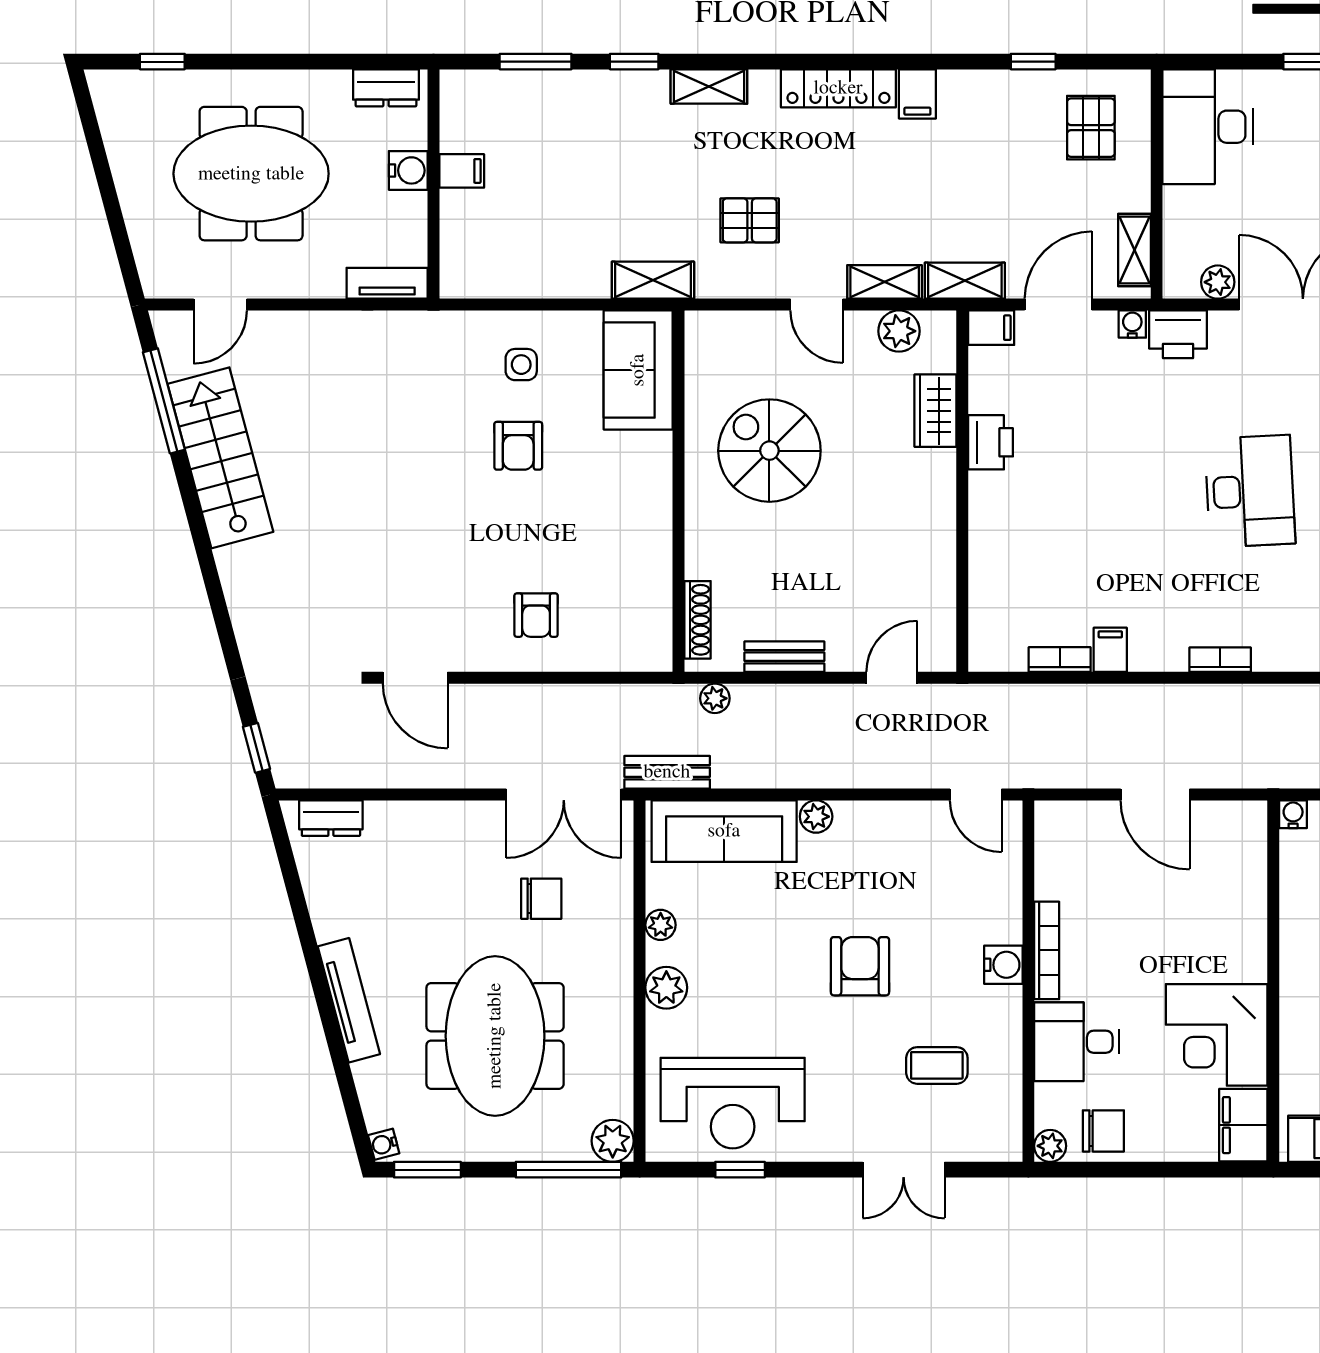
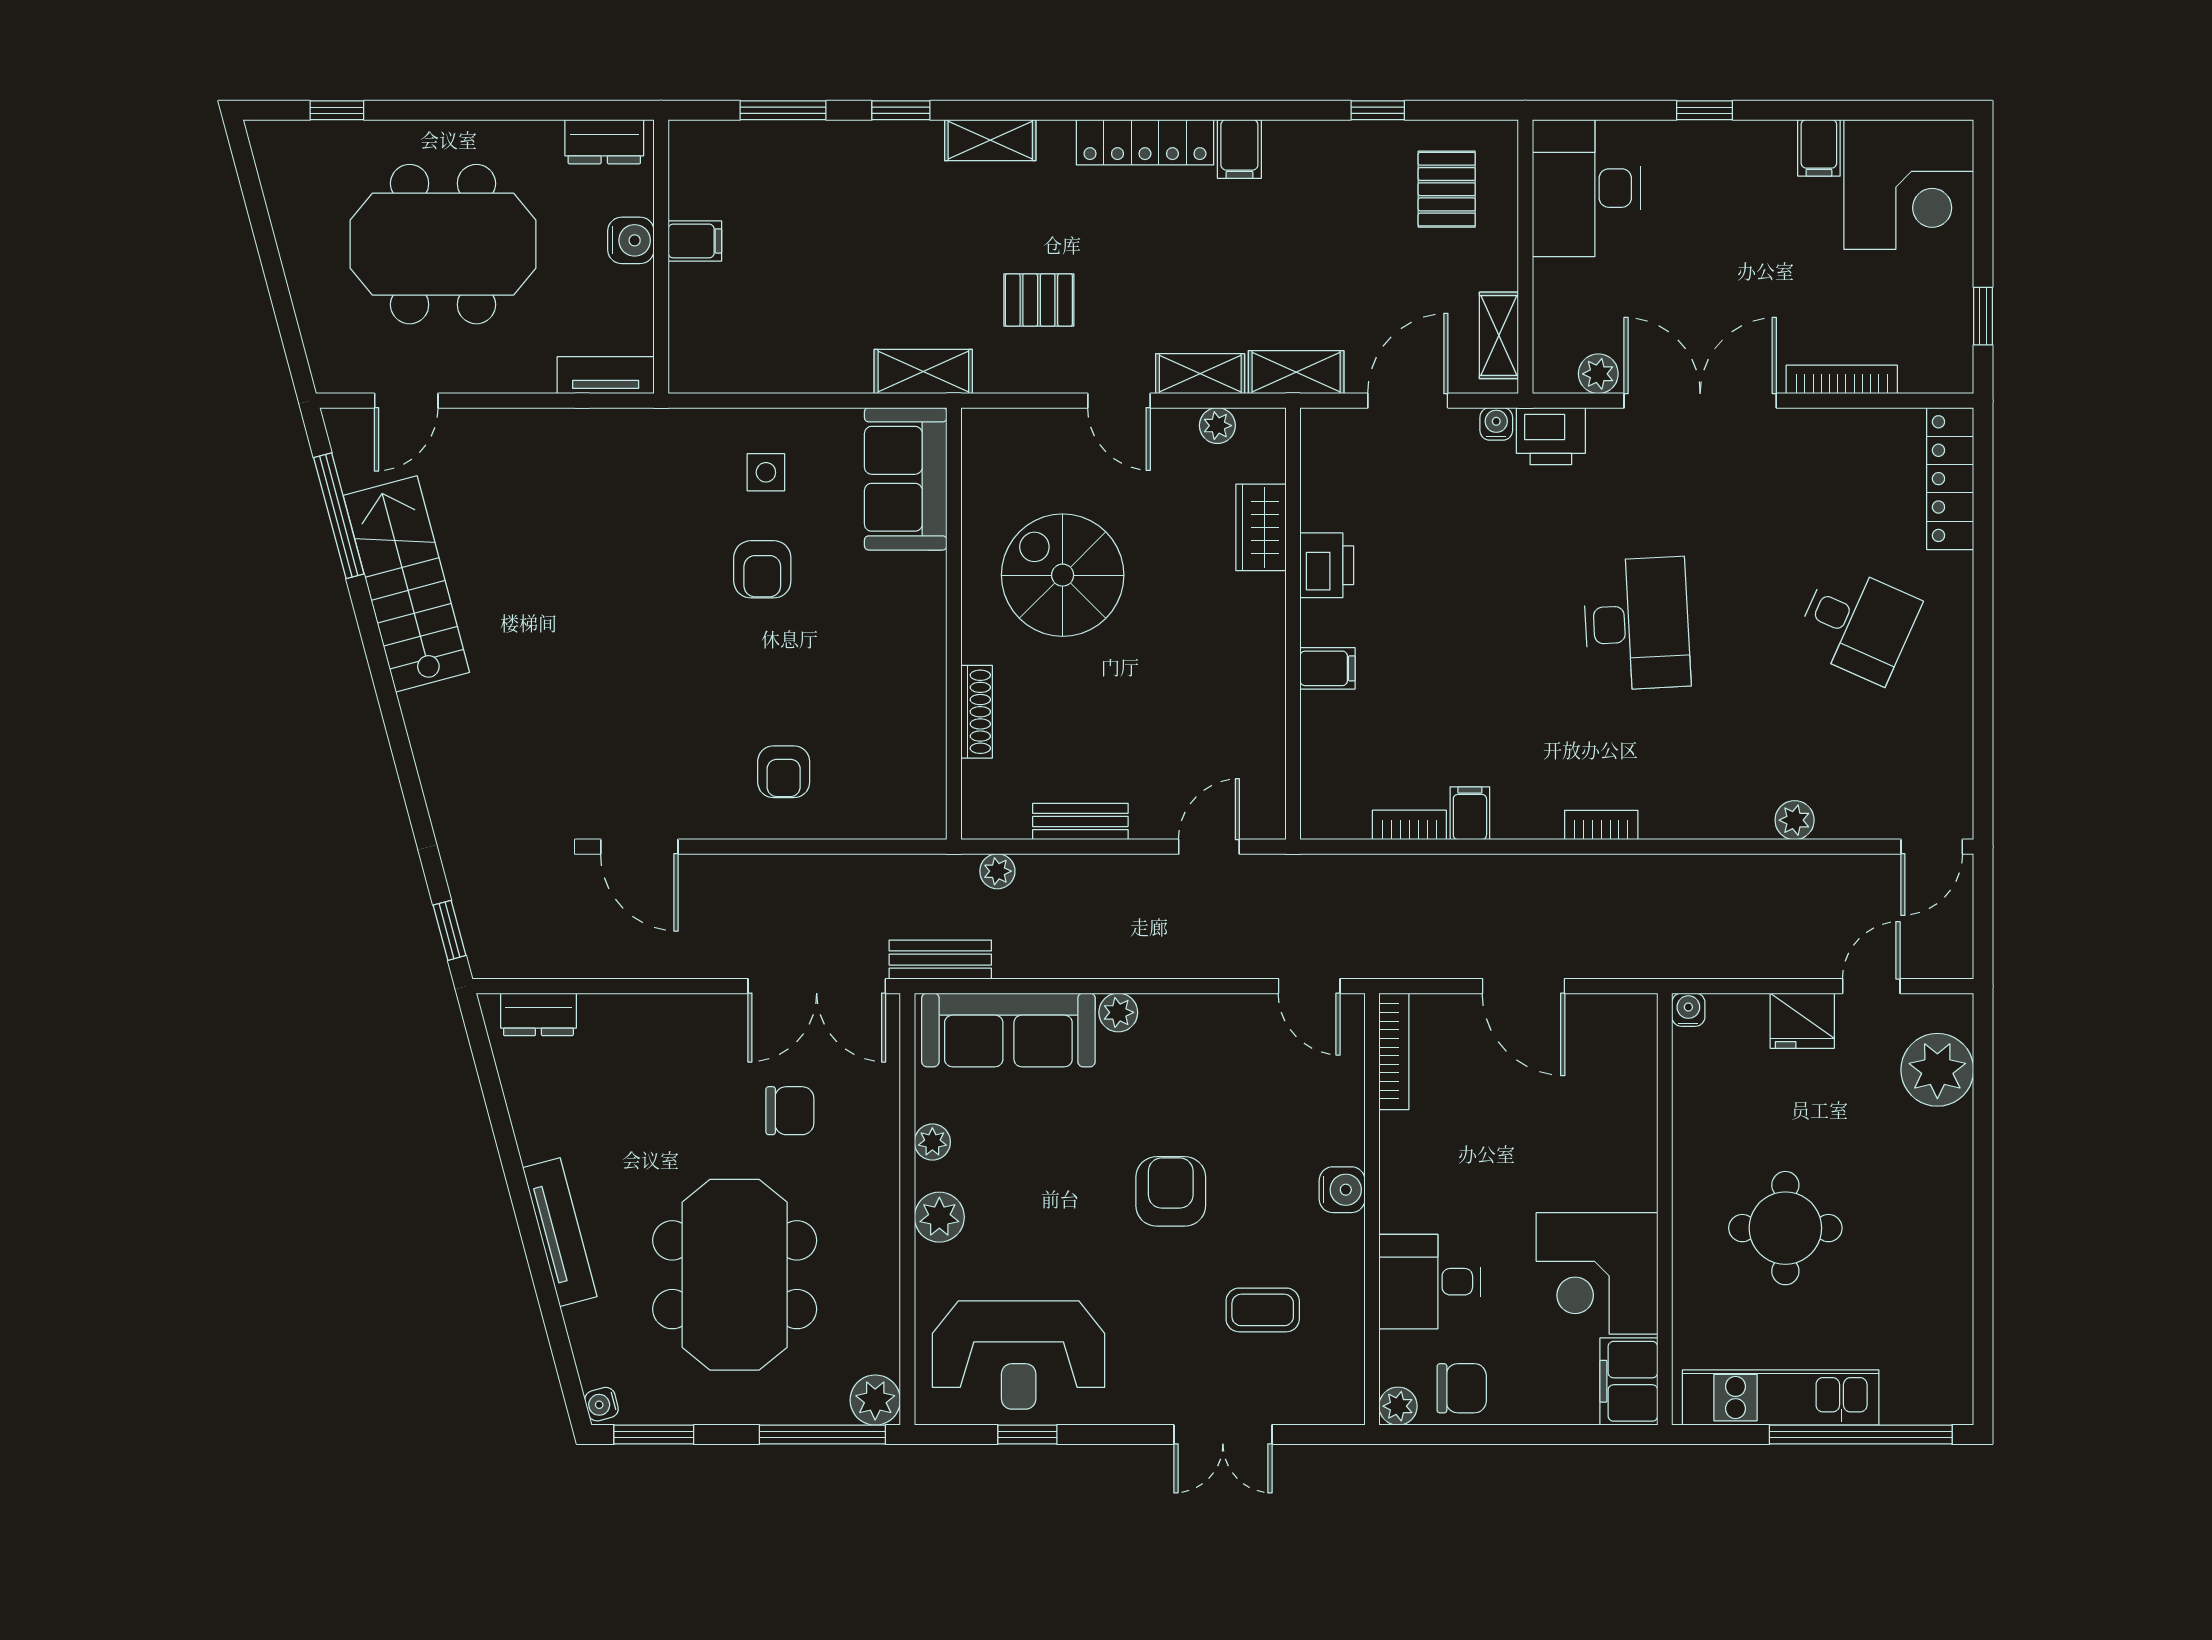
filing cabinet: (991, 328) -> (1328, 668), moved
plant: (899, 331) -> (1217, 426), width x0.73, depth x0.73
shoe rack: (697, 620) -> (977, 712), moved
bookcase: (1047, 950) -> (1394, 1051), moved

